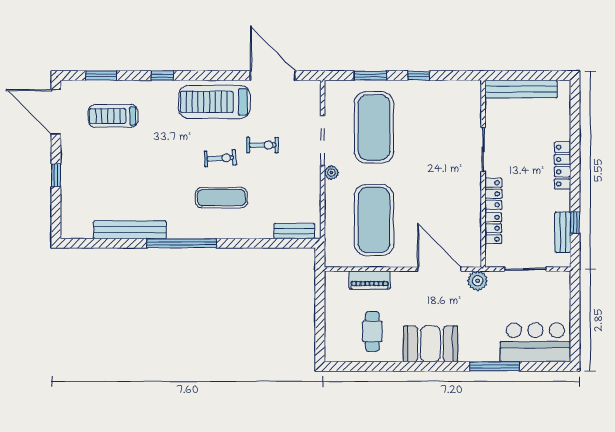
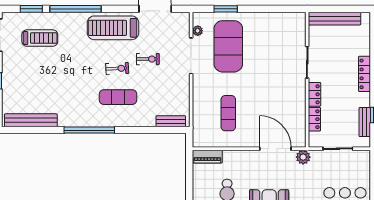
window: (162, 76) -> (75, 9), width x3.17
window: (419, 76) -> (261, 9), removed
treadmill: (113, 116) -> (40, 38), turned 180
plant: (331, 173) -> (198, 31), moved
exercise mat: (374, 220) -> (228, 113), width x0.50, depth x0.69
bench: (130, 230) -> (31, 120), moved
piano: (369, 280) -> (207, 157), moved

